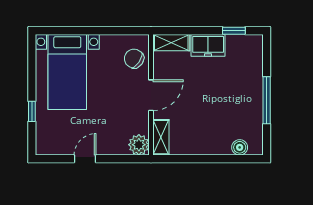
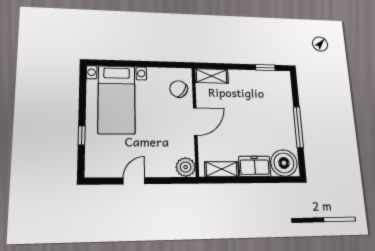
freezer: (208, 45) -> (255, 166), moved, turned 180
shelving: (161, 137) -> (222, 169), moved, turned 90
boiler: (240, 147) -> (284, 163), width x1.86, depth x1.86

